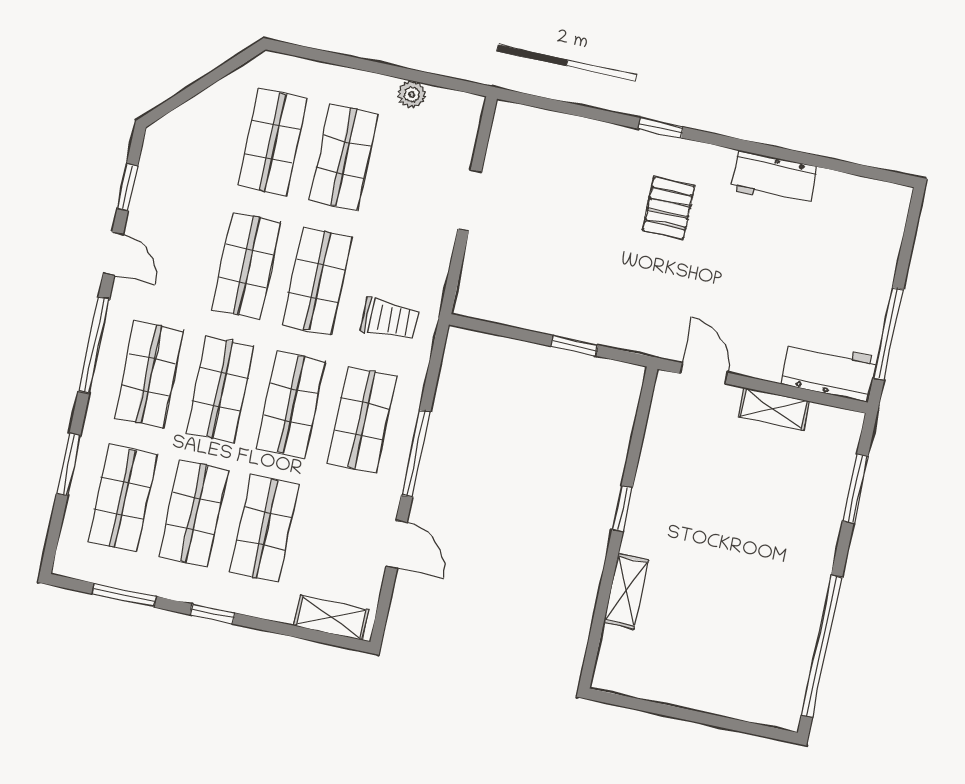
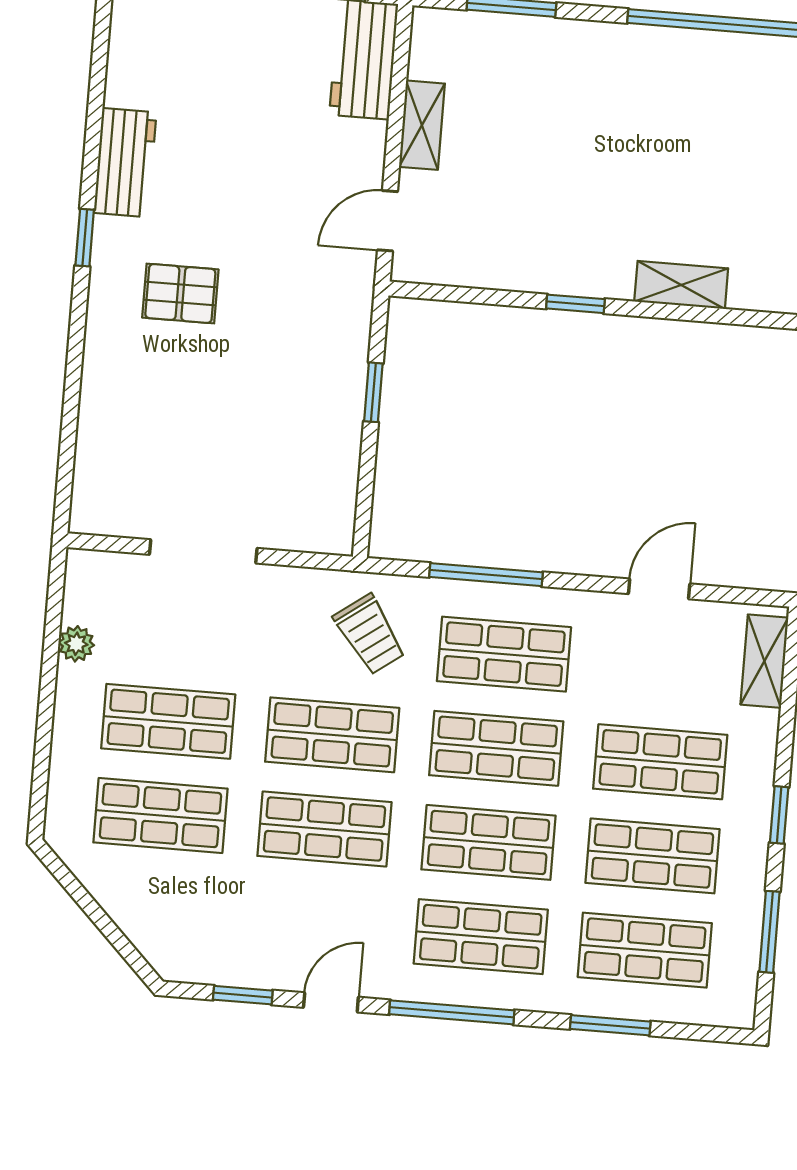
window: (661, 128) -> (85, 238), moved
doorway: (470, 200) -> (203, 551), width x1.38
trolley: (390, 319) -> (370, 634), turned 144
window: (416, 454) -> (486, 575), moved

